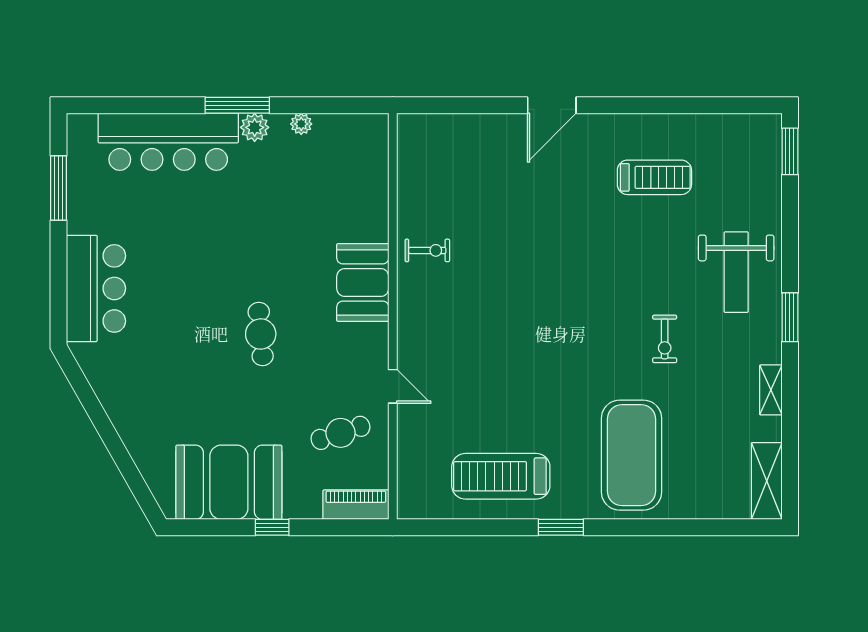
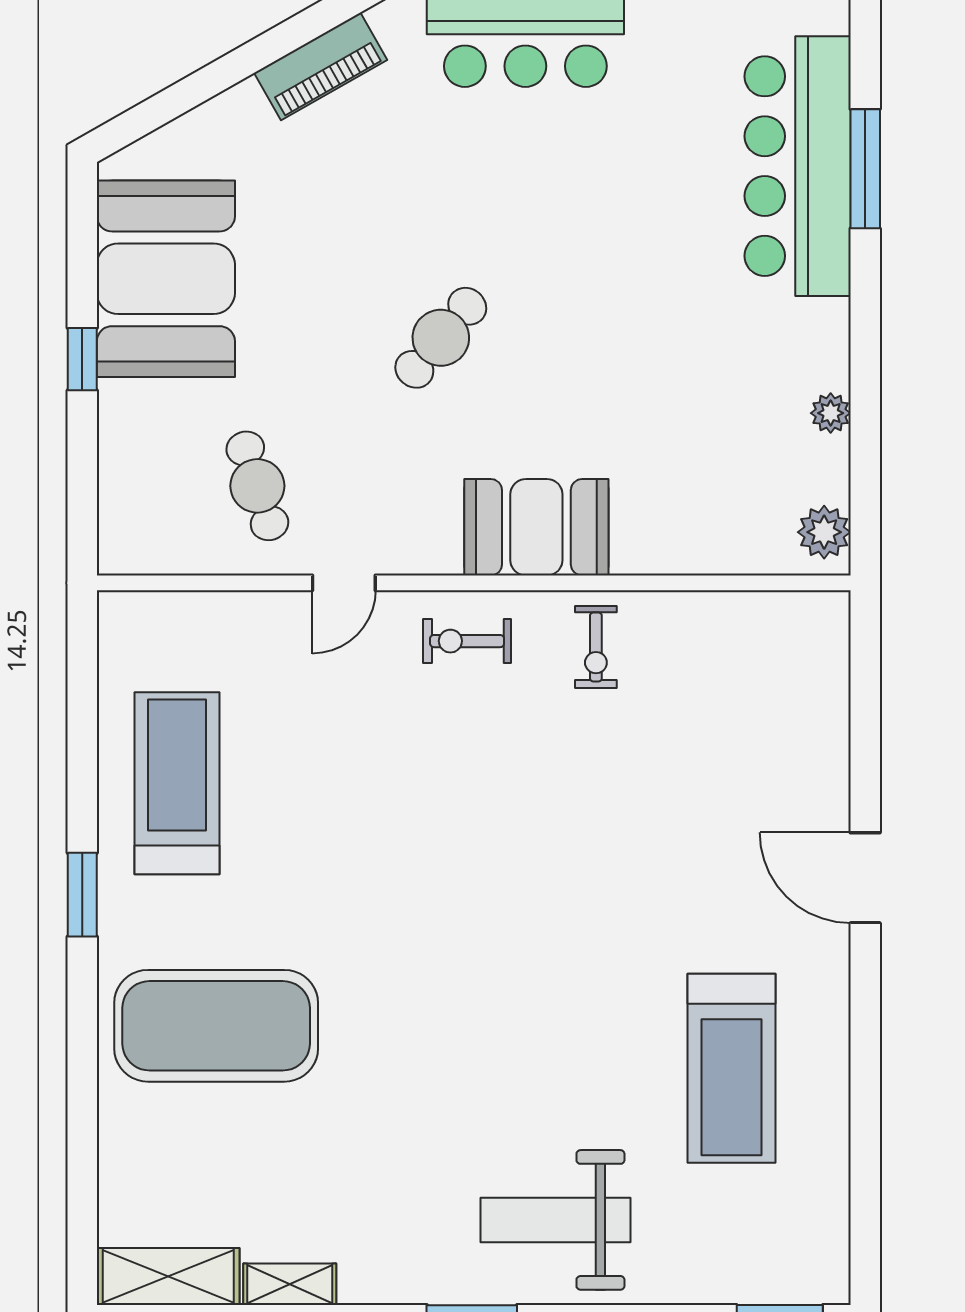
window: (237, 105) -> (865, 169), moved
plant: (255, 127) -> (824, 532), moved
treadmill: (654, 177) -> (731, 1068), width x1.37, depth x1.38
cafe table: (261, 334) -> (441, 338), turned -45
exercise bike: (665, 339) -> (467, 641), moved
shelving: (771, 390) -> (290, 1284), moved
piano: (356, 505) -> (321, 66), moved, turned 60

